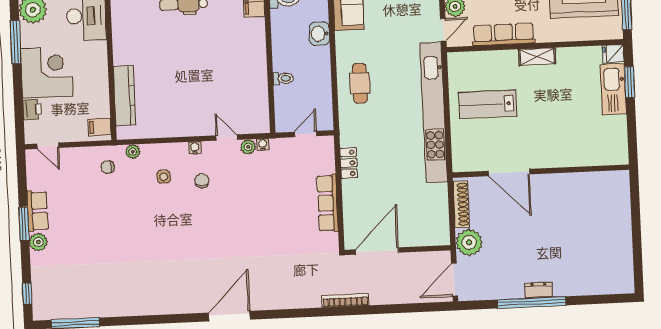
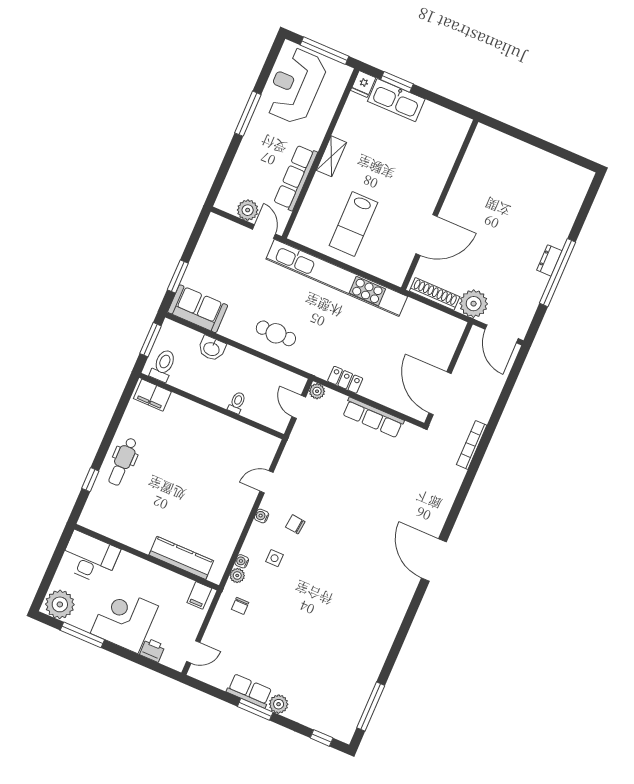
water cooler: (263, 144) -> (242, 561), moved
plant: (248, 147) -> (317, 391), moved

